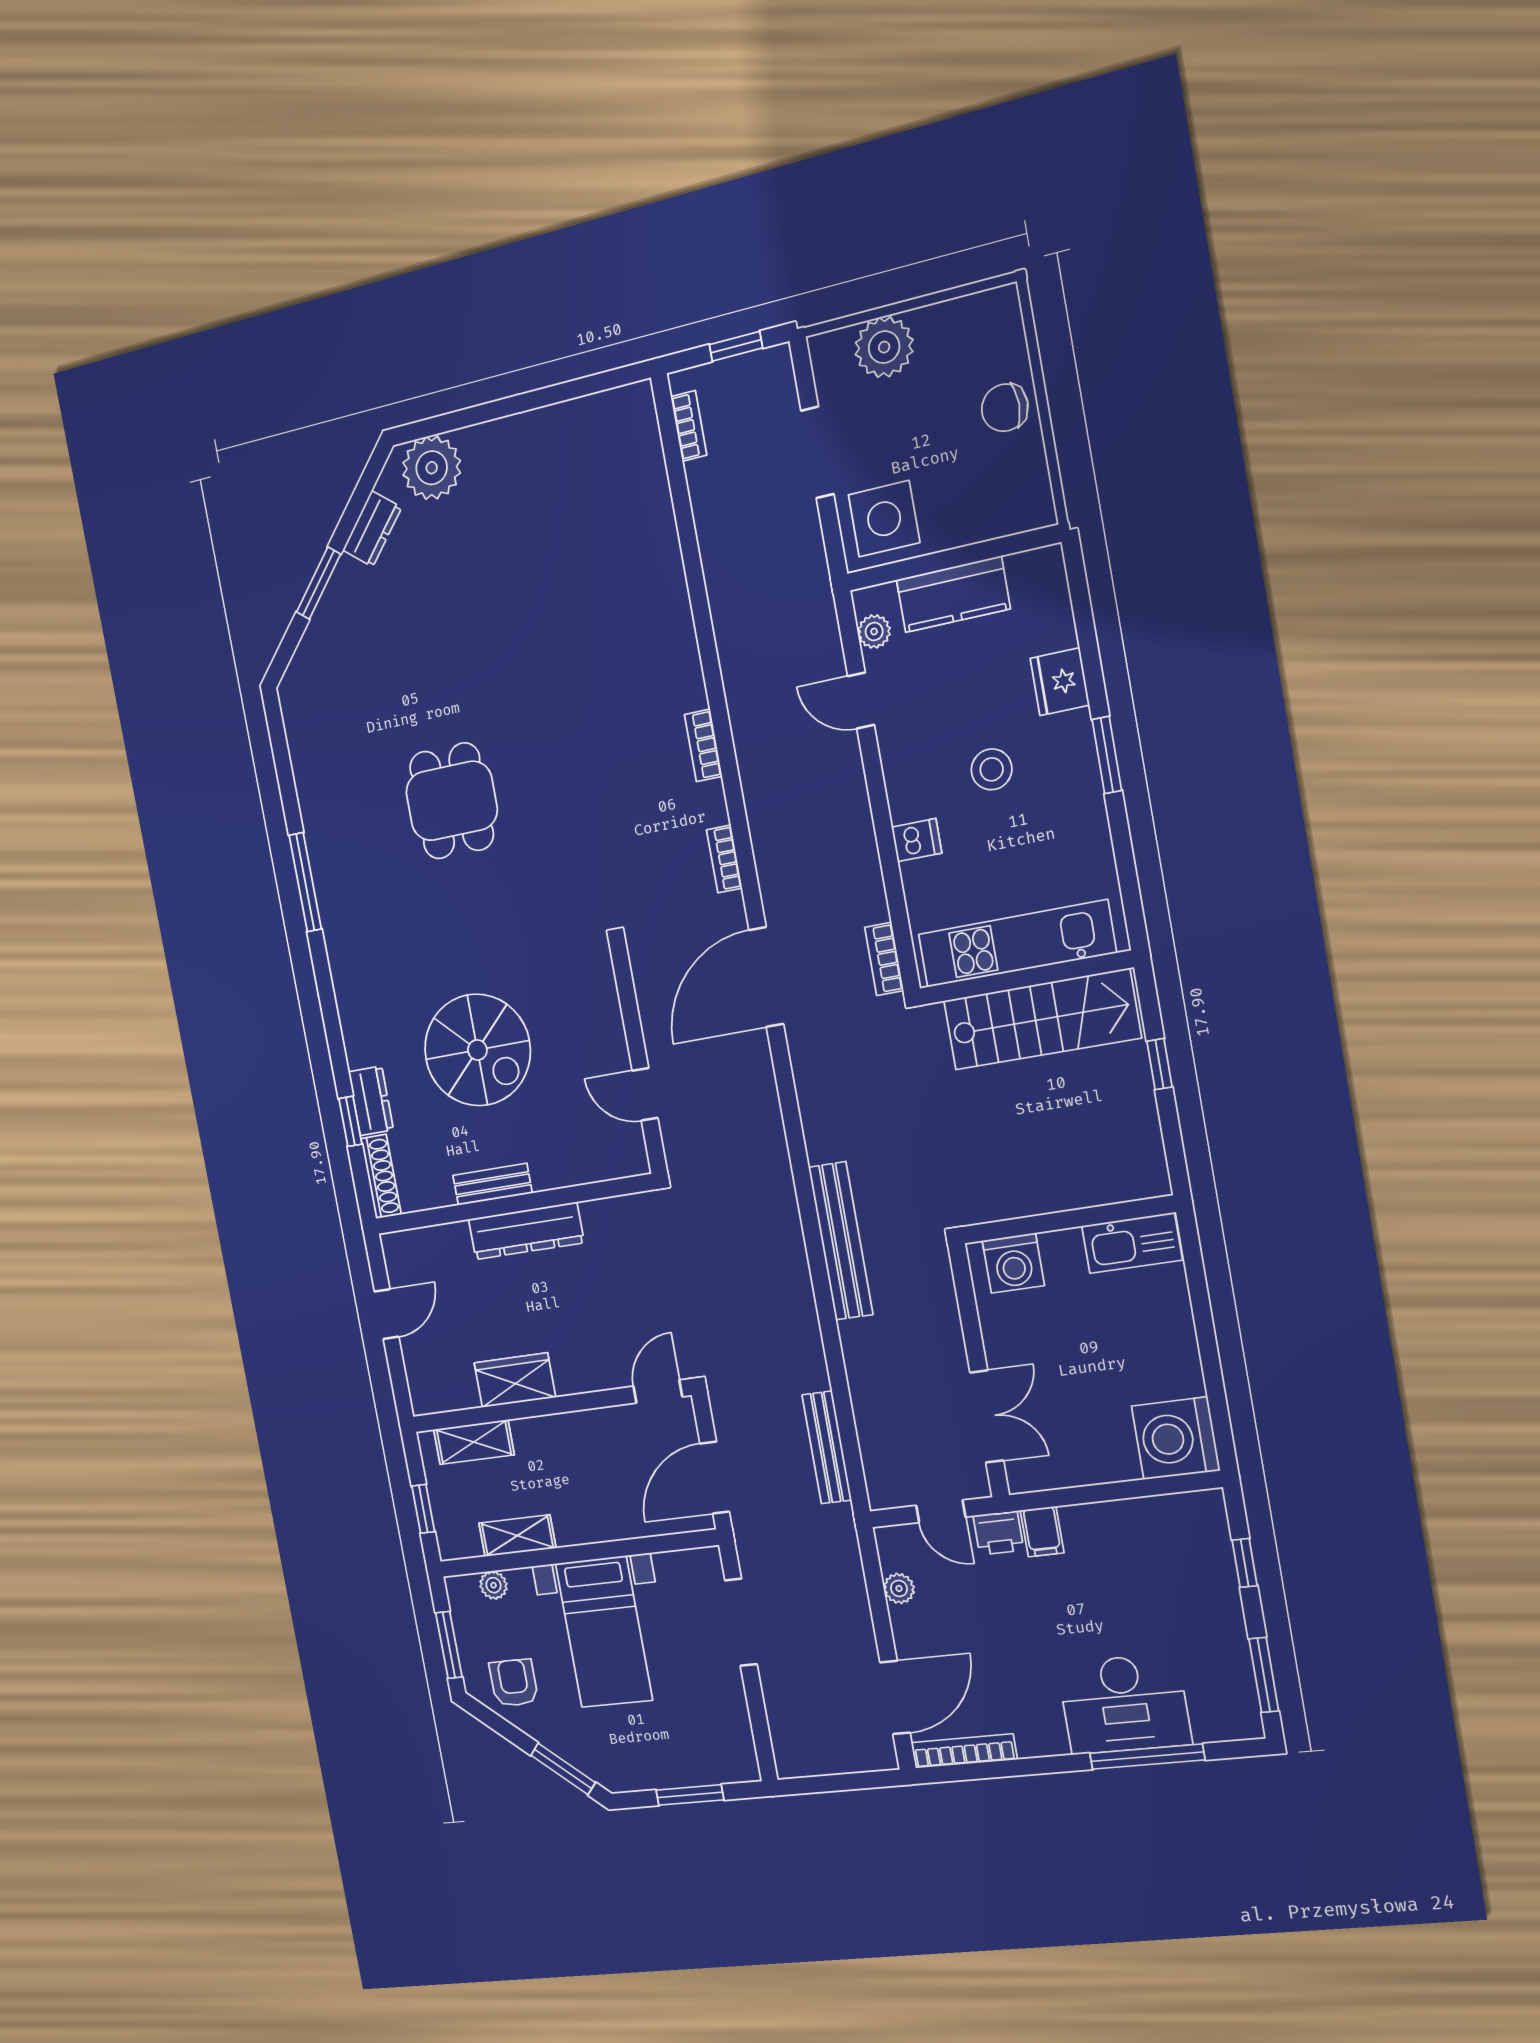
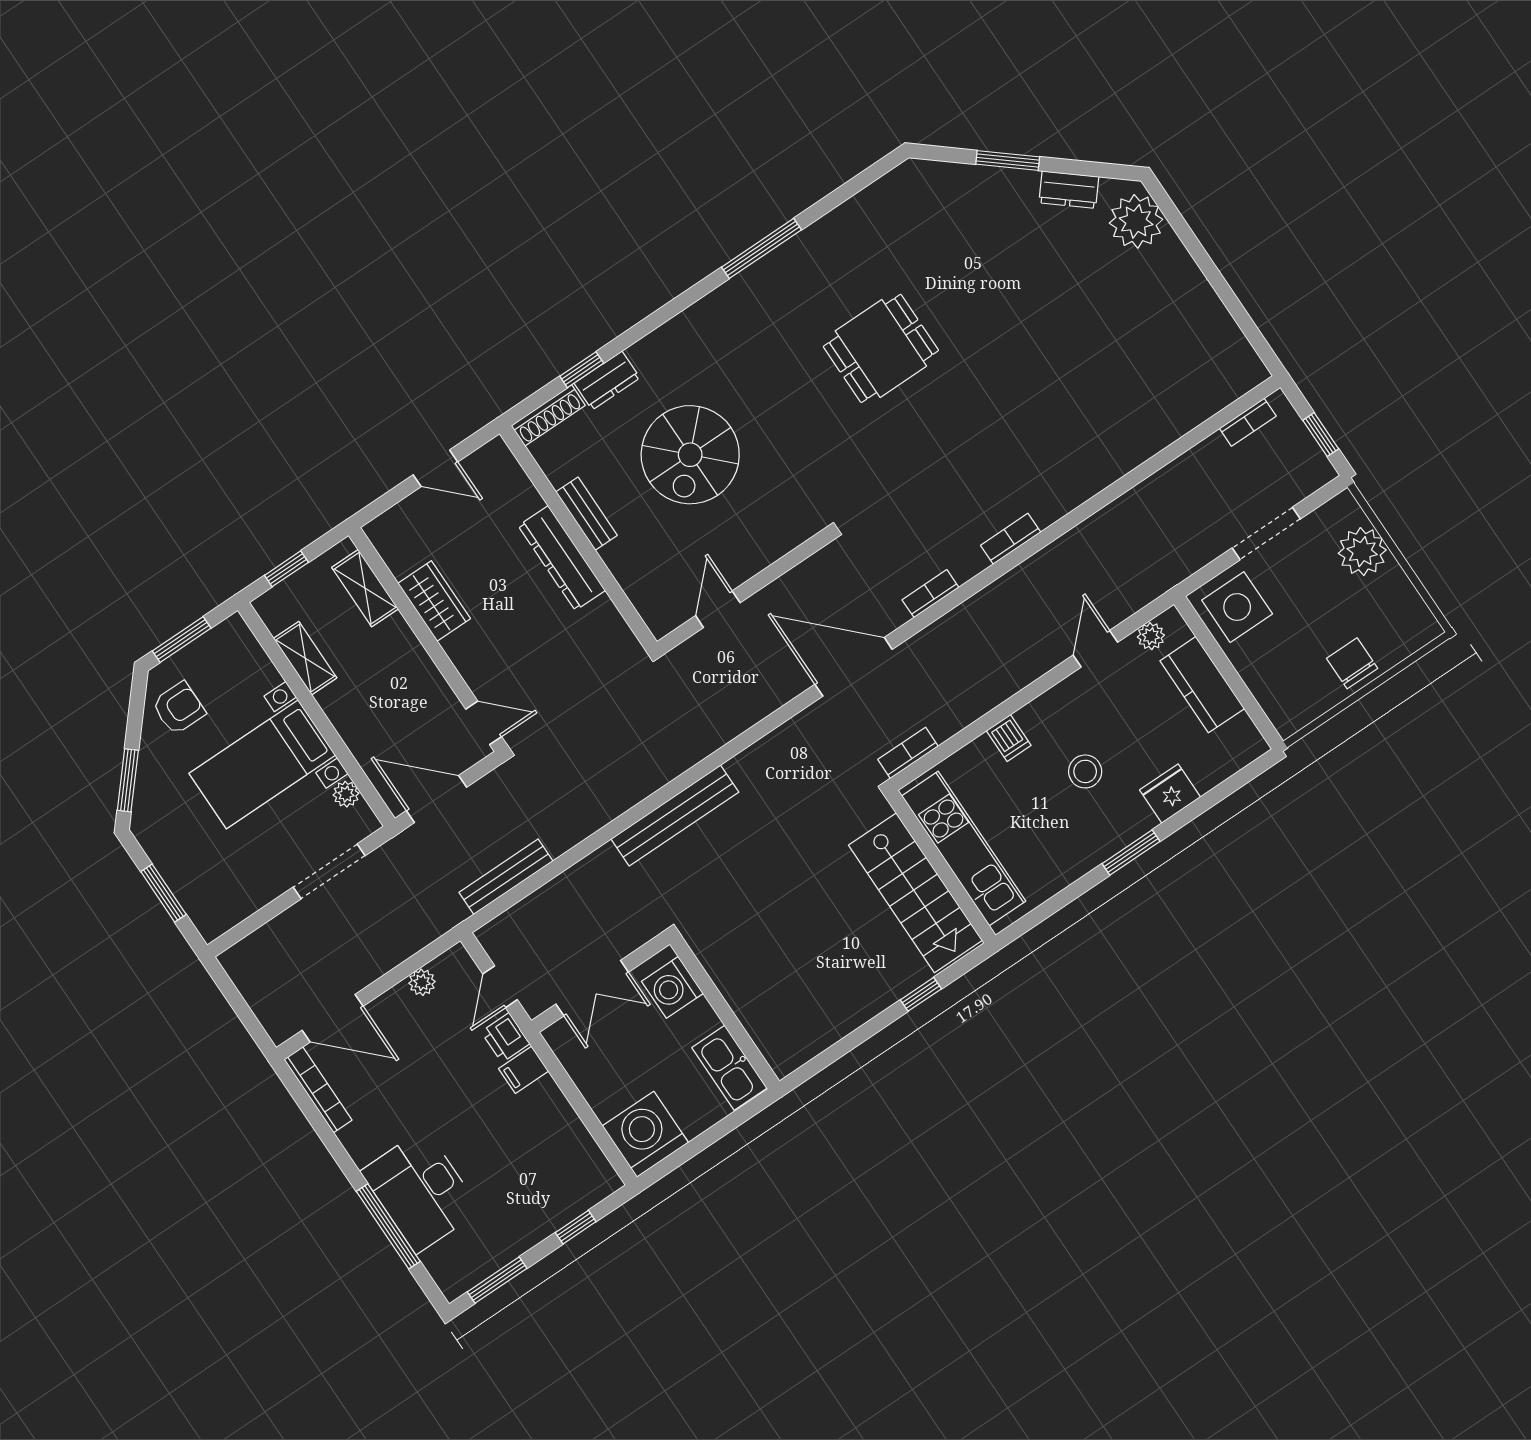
wall: (1068, 1220) -> (725, 1013), moved
kitchen sink: (1132, 1243) -> (729, 1068), moved
washing machine: (1013, 1263) -> (672, 987), moved
plant: (493, 1585) -> (346, 794), moved

